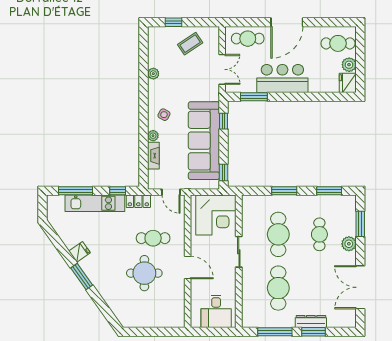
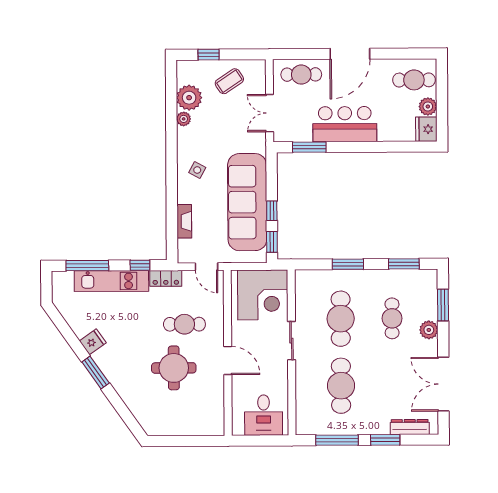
double door: (222, 69) -> (270, 113), swing flipped
window: (224, 121) -> (272, 211), moved
plant: (153, 136) -> (189, 98), moved, width x1.88, depth x1.88
dresser: (311, 321) -> (410, 427), moved

